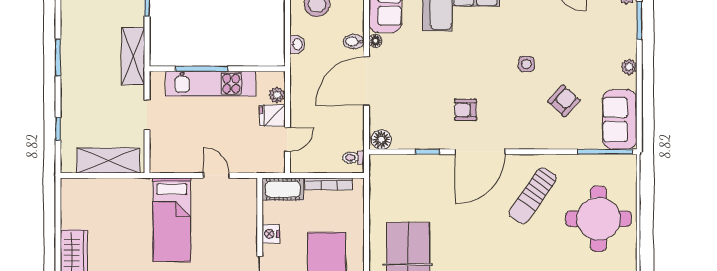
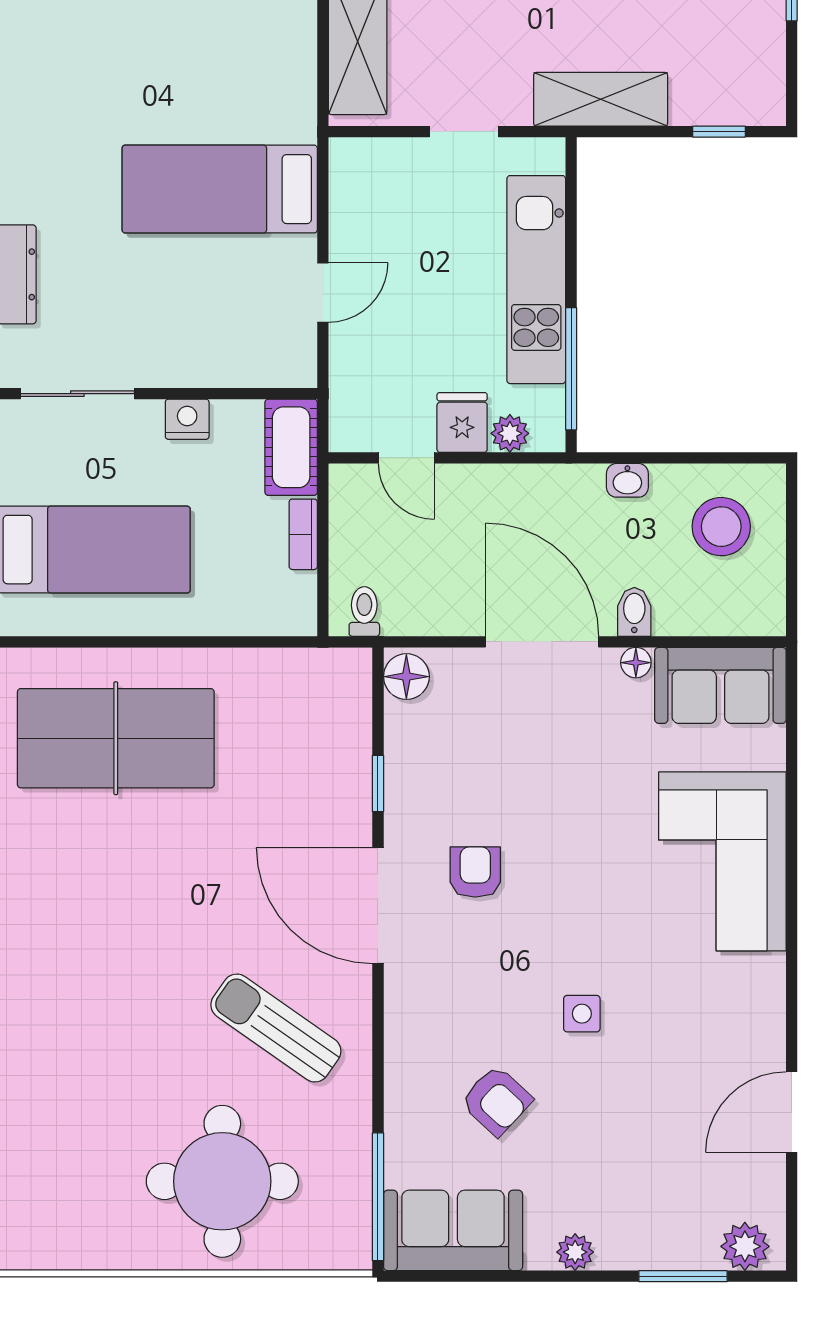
window: (202, 69) -> (571, 369), moved
bookcase: (329, 184) -> (303, 534), width x0.64

